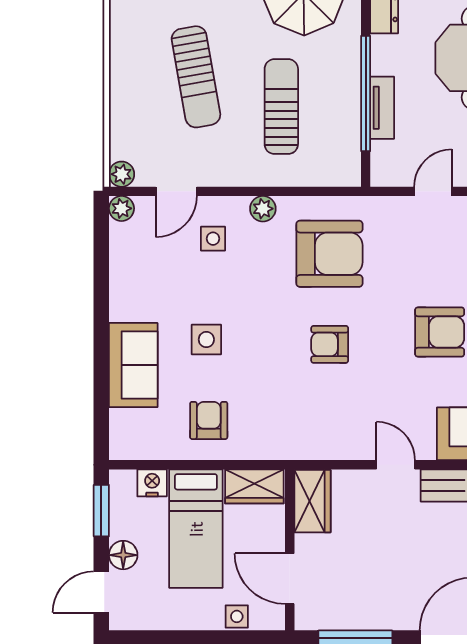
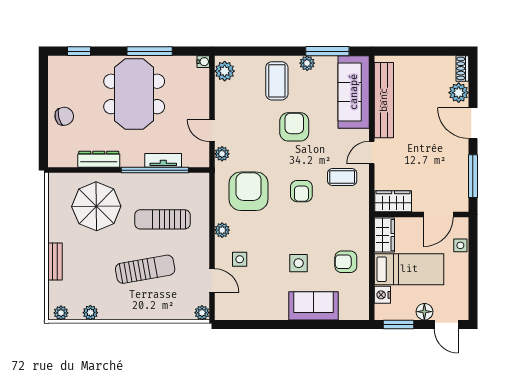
plant: (121, 208) -> (222, 154), moved
coffee table: (354, 414) -> (342, 177), added

